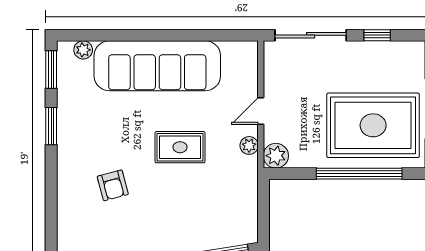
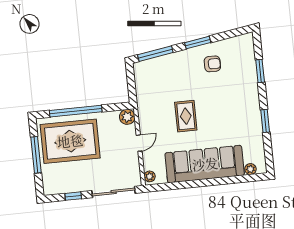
window: (51, 69) -> (260, 71), moved
plant: (249, 145) -> (150, 176), moved
rug: (180, 147) -> (186, 116), turned 90
armchair: (113, 185) -> (212, 64), moved, turned 105

